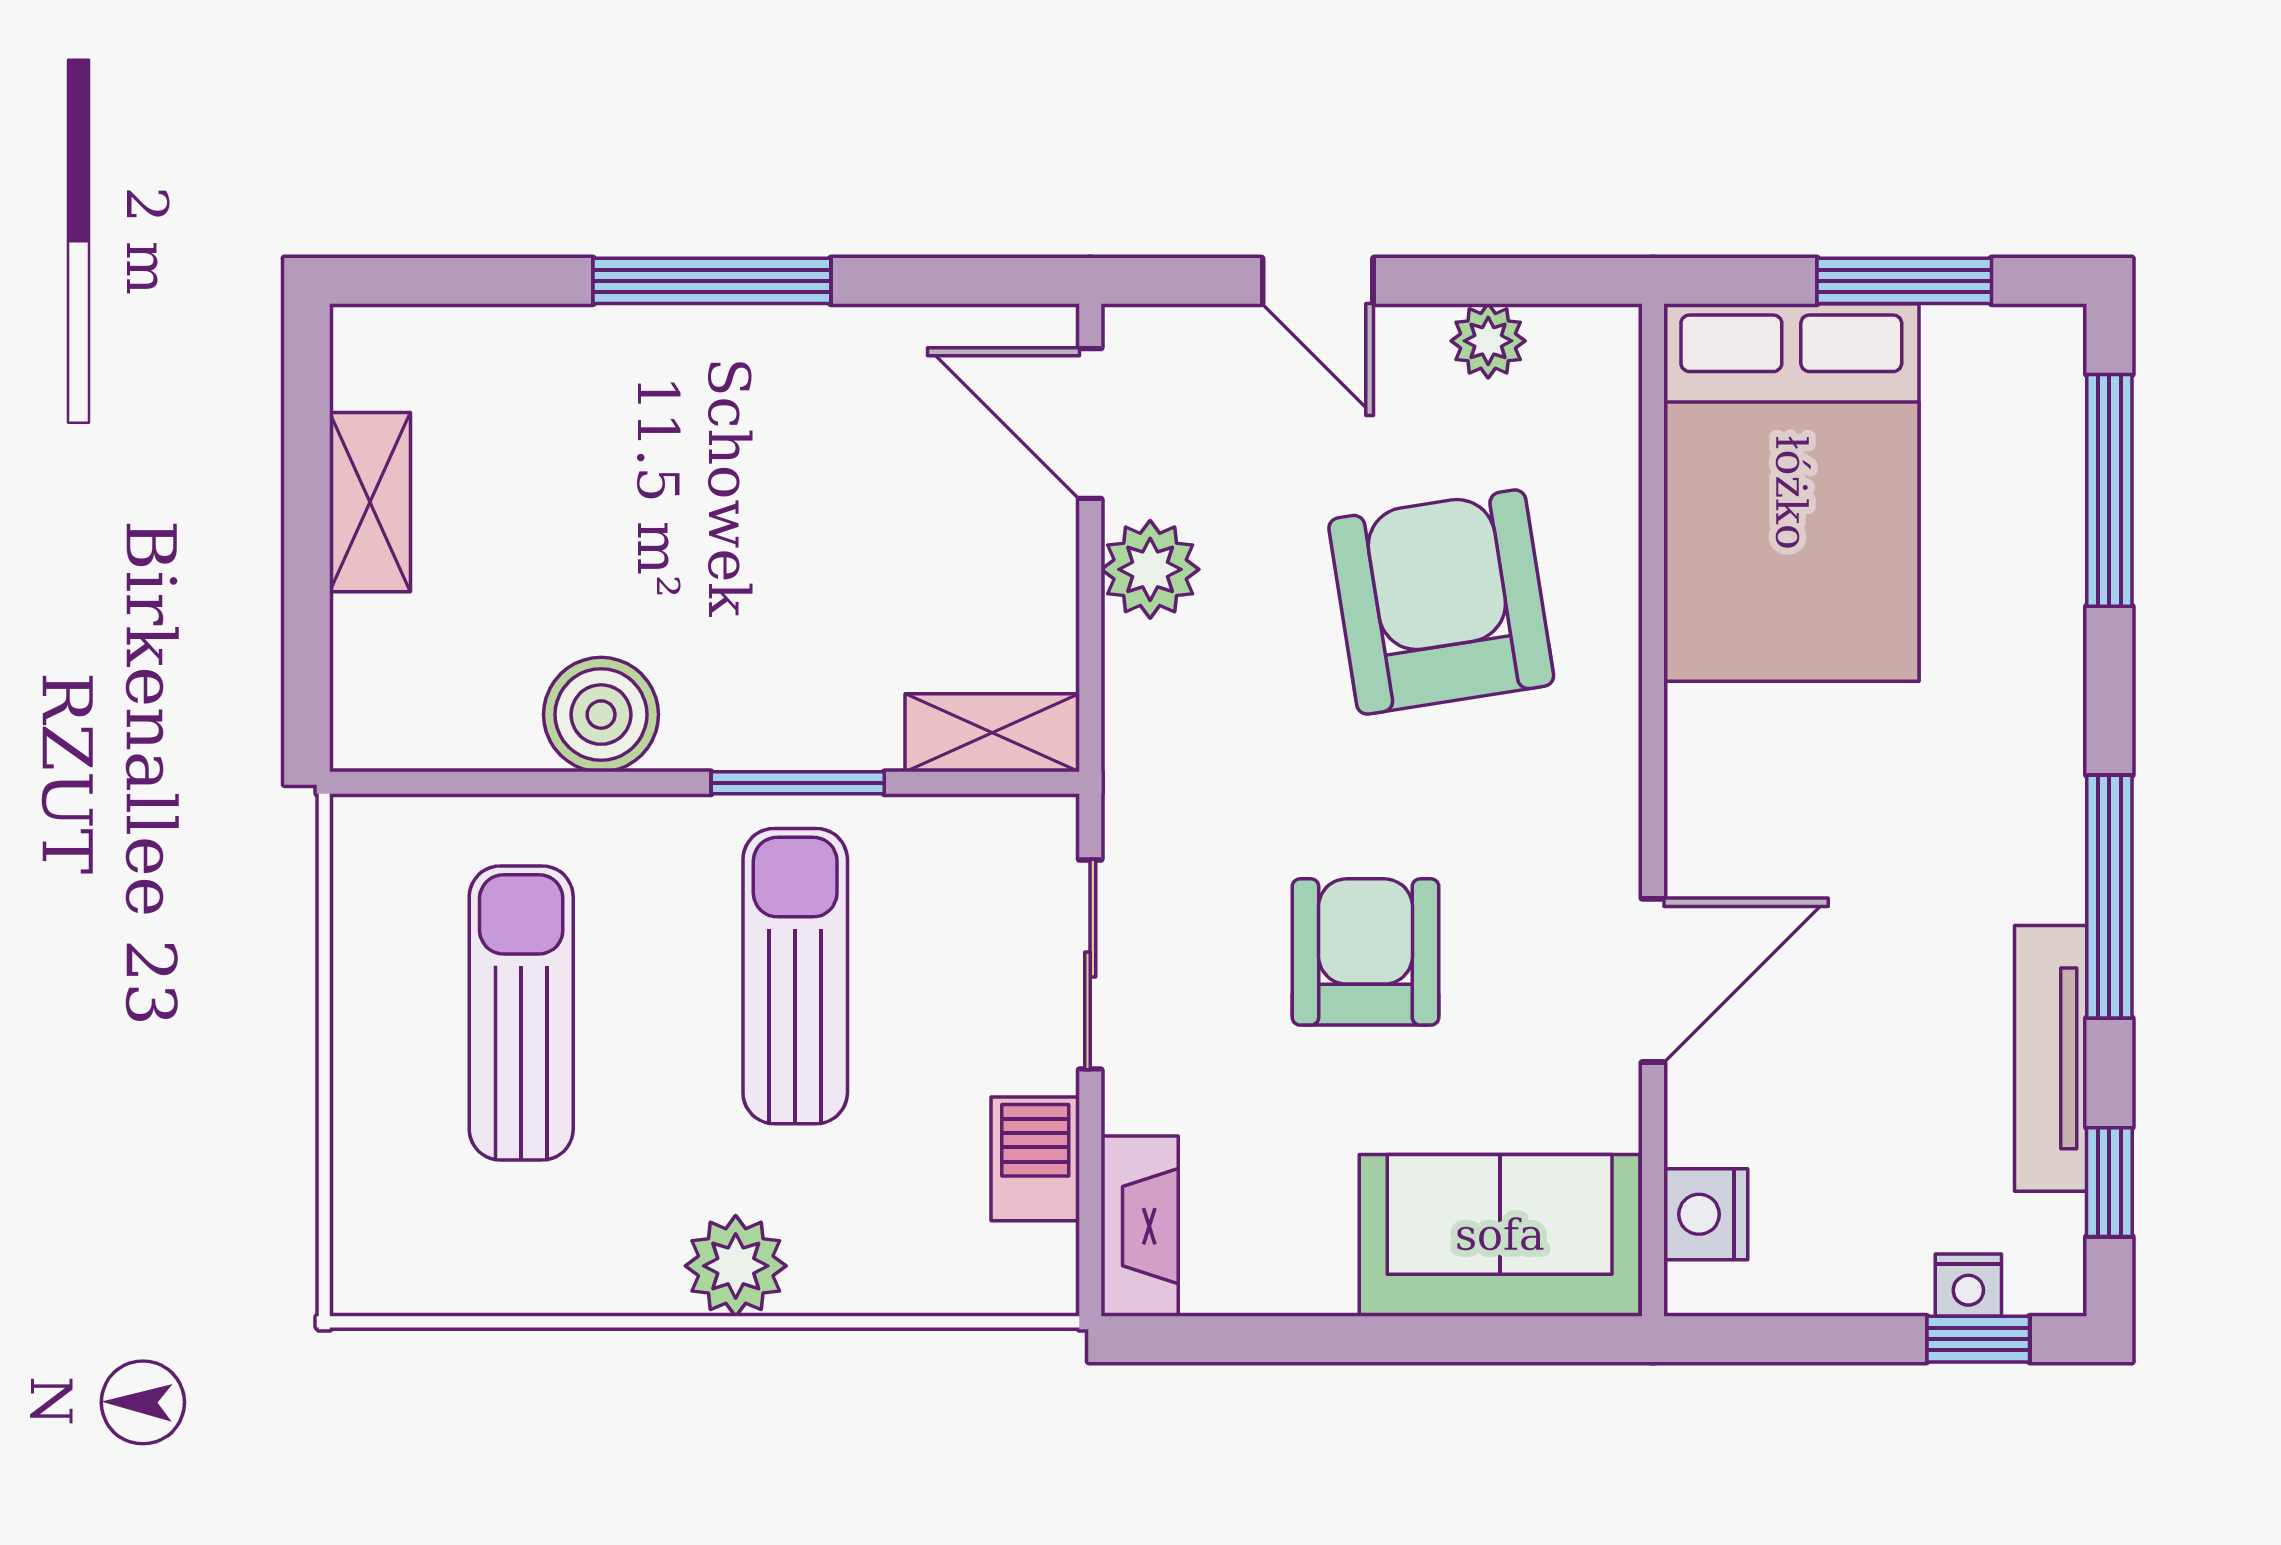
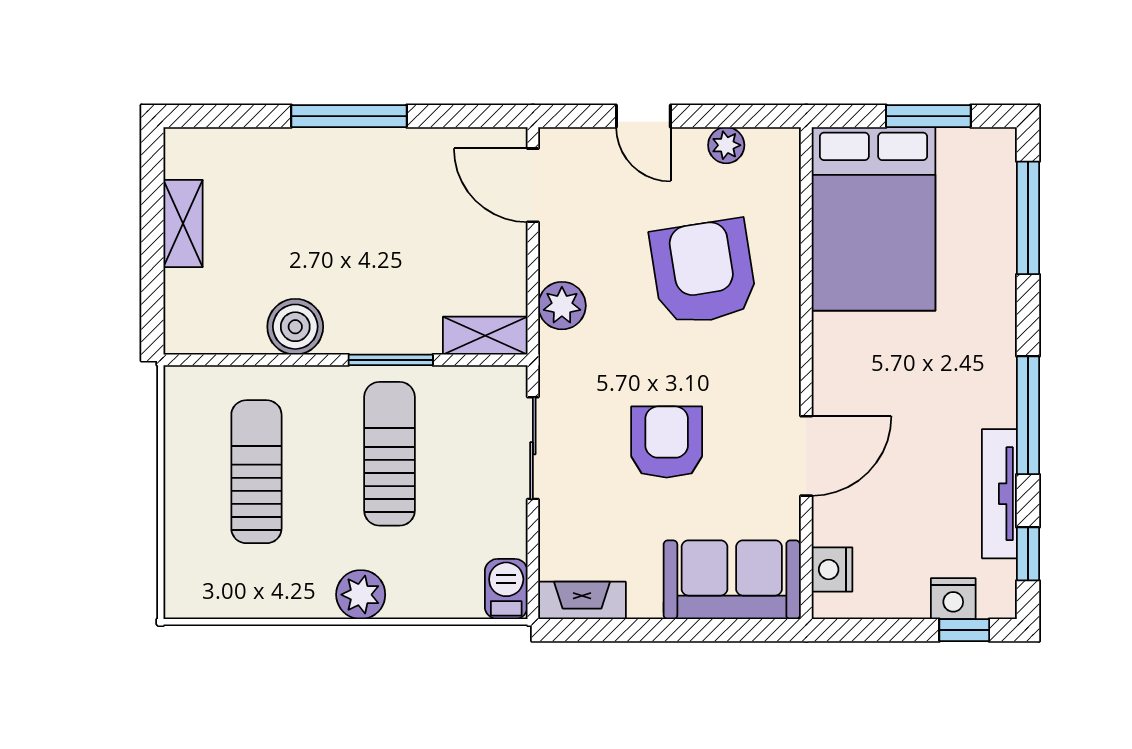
plant: (1150, 569) -> (562, 306), moved
barbecue: (1035, 1159) -> (506, 589), moved
fireplace: (1140, 1226) -> (582, 600), moved, turned -90
nightstand: (1968, 1285) -> (953, 599), width x1.39, depth x1.35

